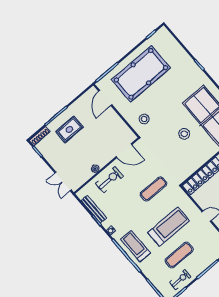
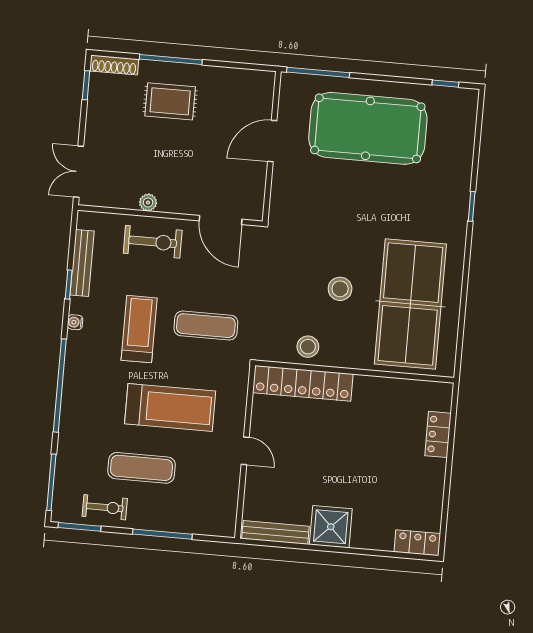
door: (105, 98) -> (272, 141), moved
stool: (144, 119) -> (308, 347), moved
treadmill: (136, 246) -> (139, 329), moved

